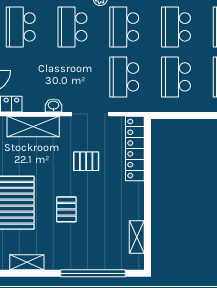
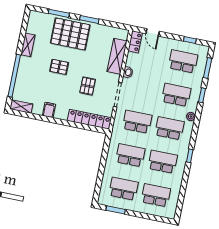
filing cabinet: (133, 211) -> (49, 110), added
shelving: (137, 237) -> (21, 107), moved
shelving: (27, 262) -> (28, 45), moved

